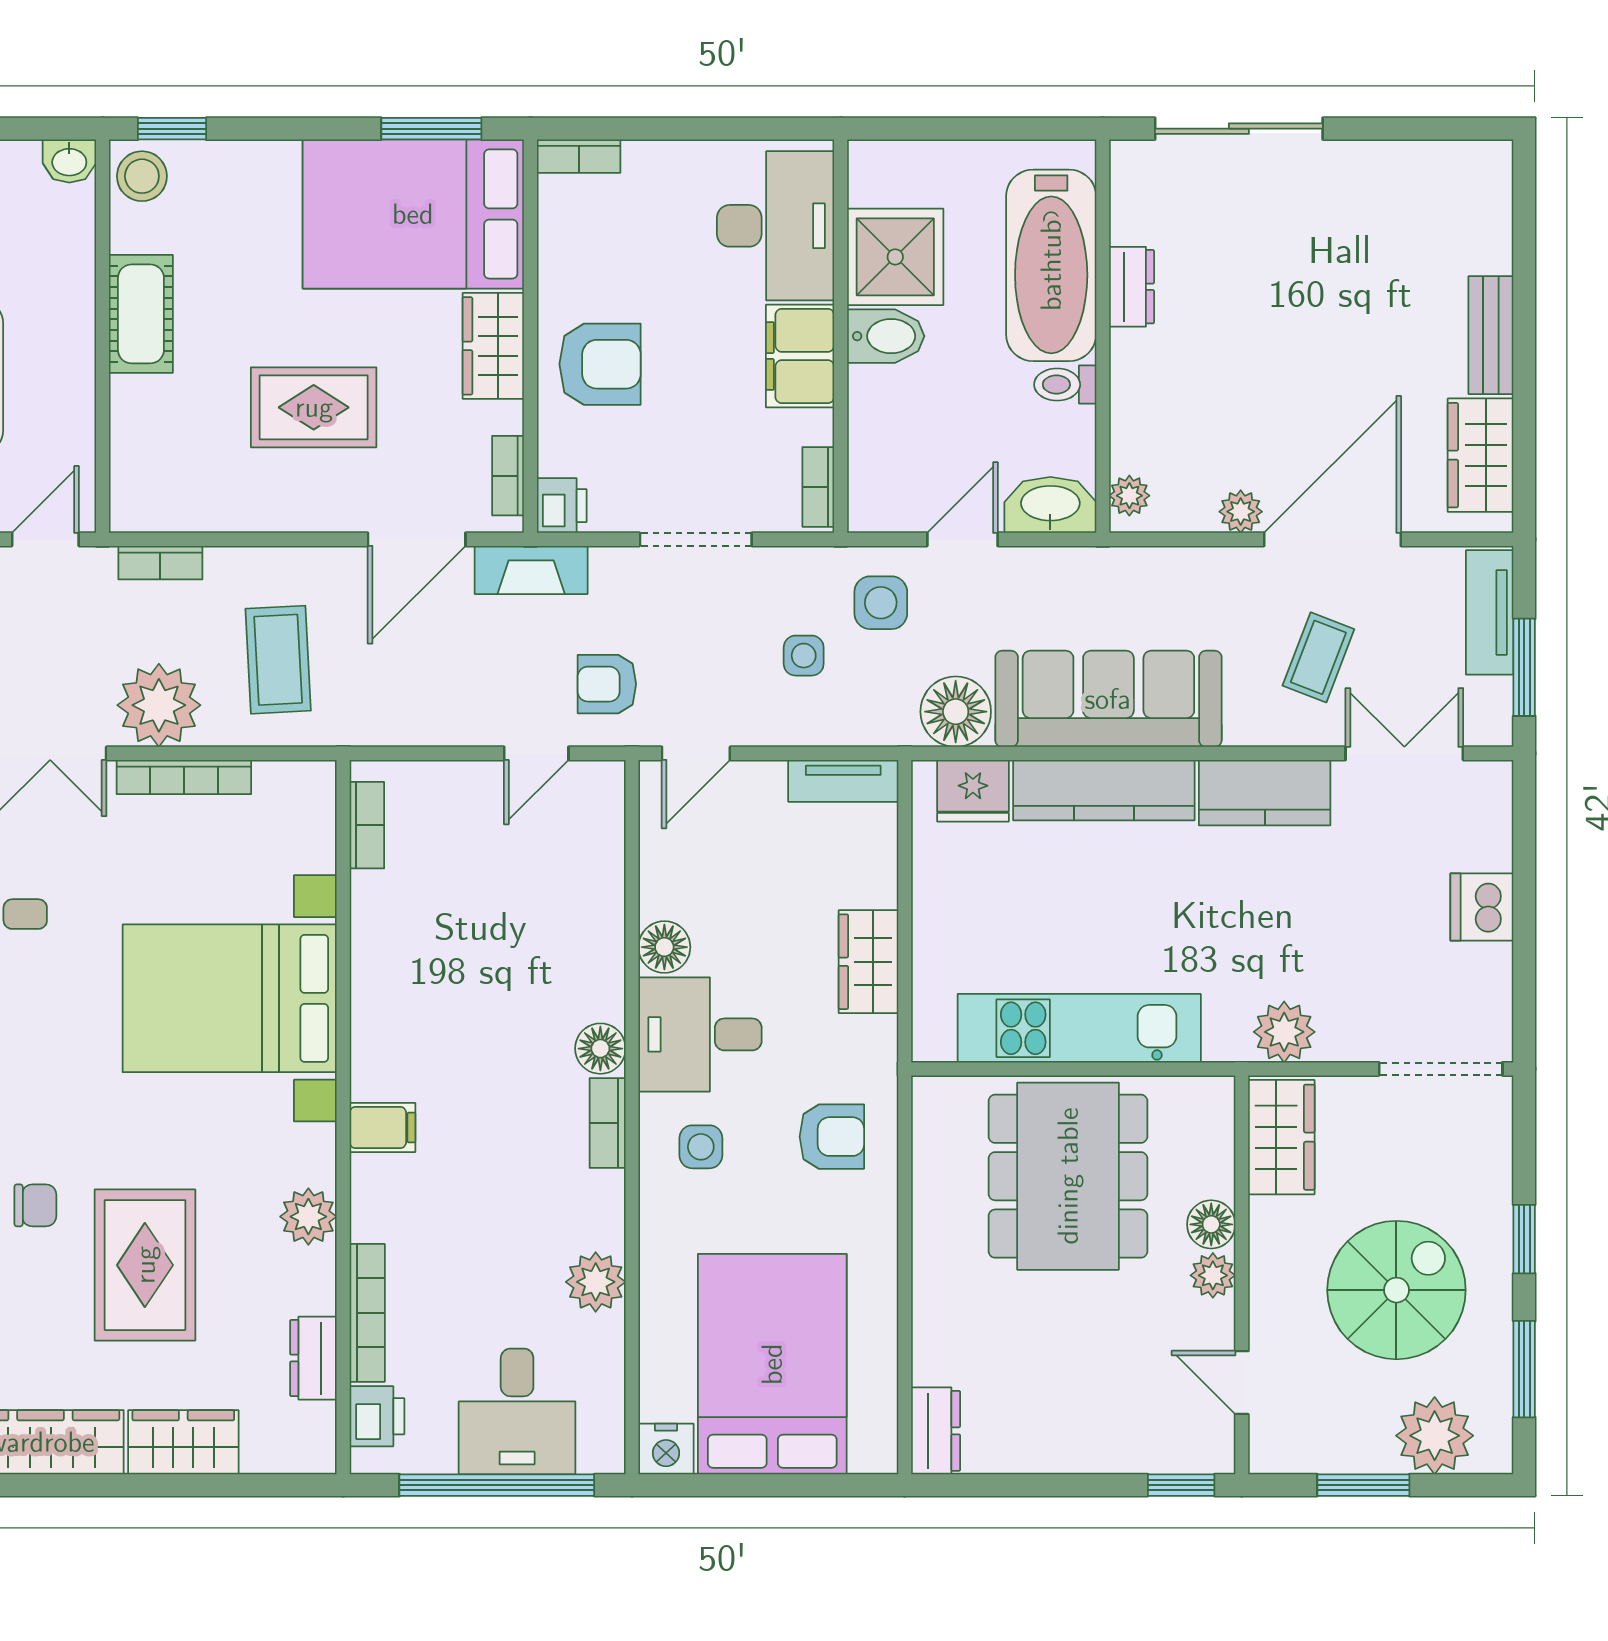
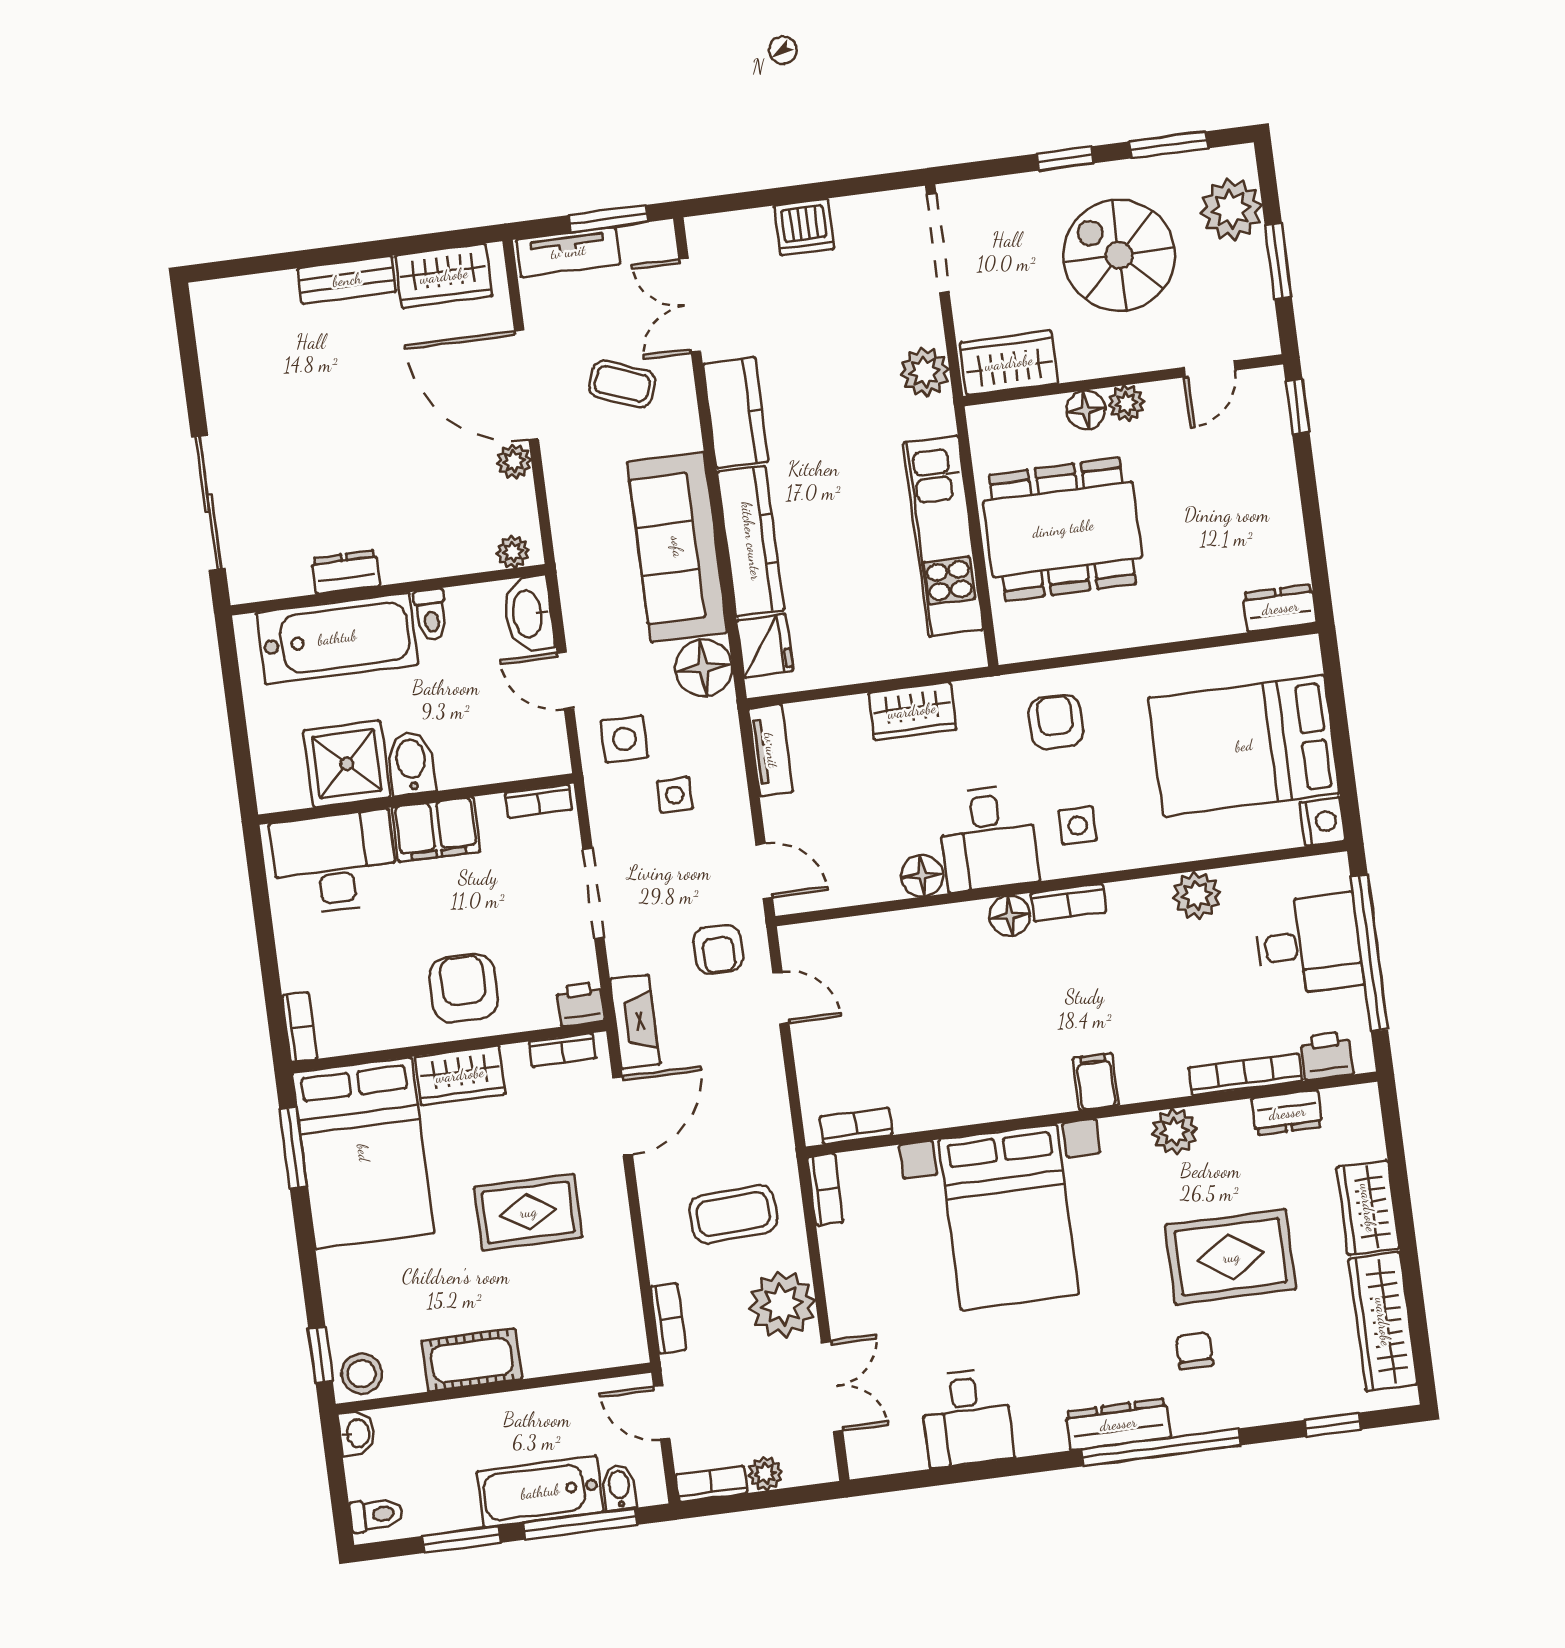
rug: (314, 407) -> (528, 1212), turned 90
door: (417, 539) -> (623, 1116), hinge flipped
bookcase: (184, 777) -> (825, 1189), moved, width x0.64

